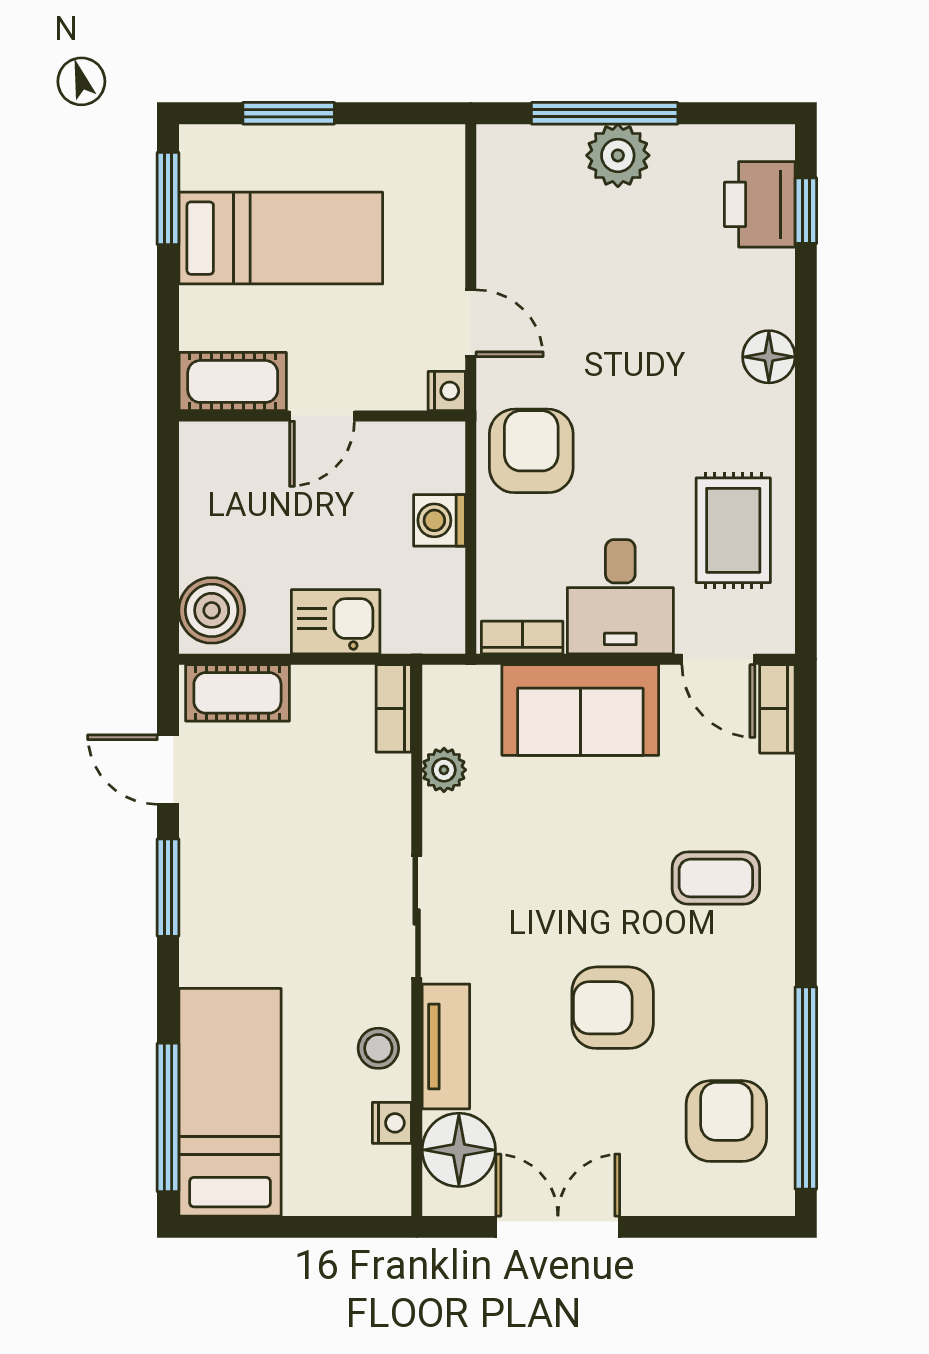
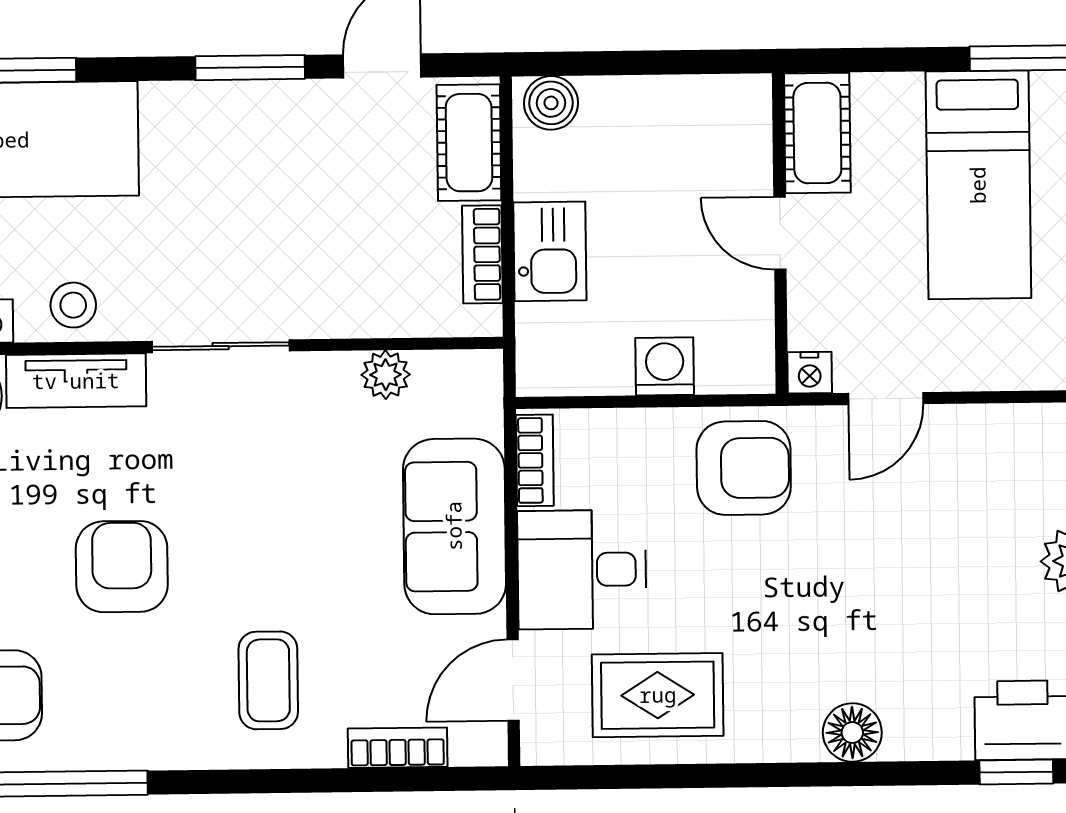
boiler: (212, 610) -> (551, 103), width x0.73, depth x0.73
bookcase: (394, 708) -> (482, 254), moved, turned -90
bookcase: (777, 709) -> (398, 748), moved

